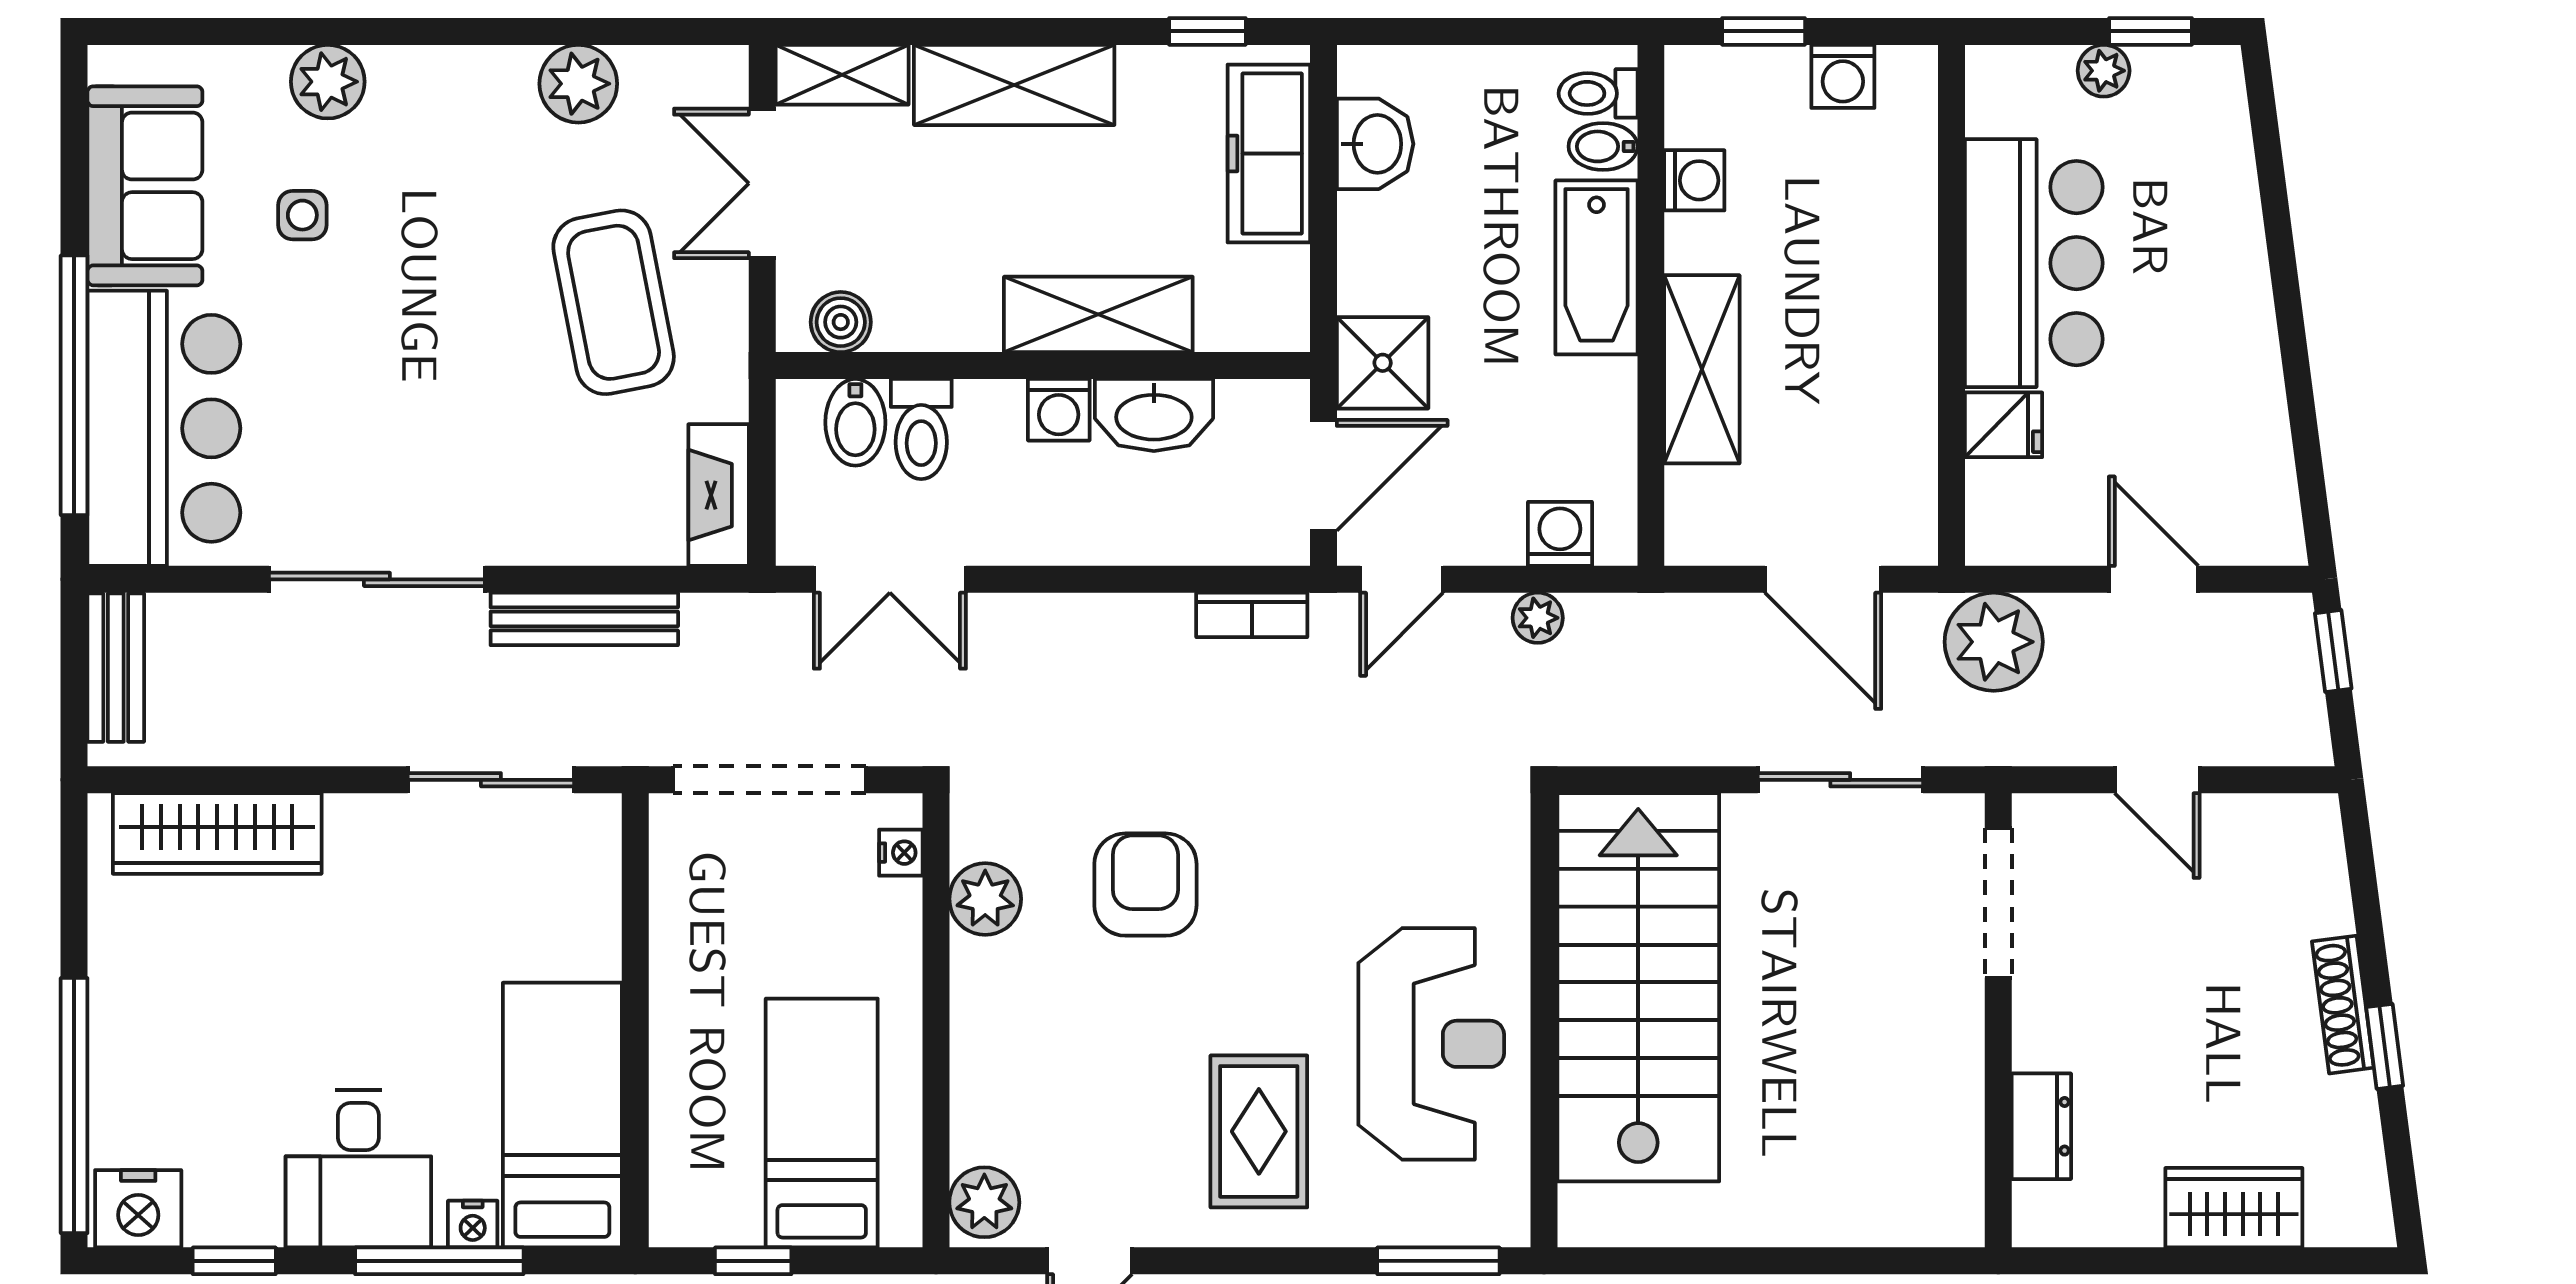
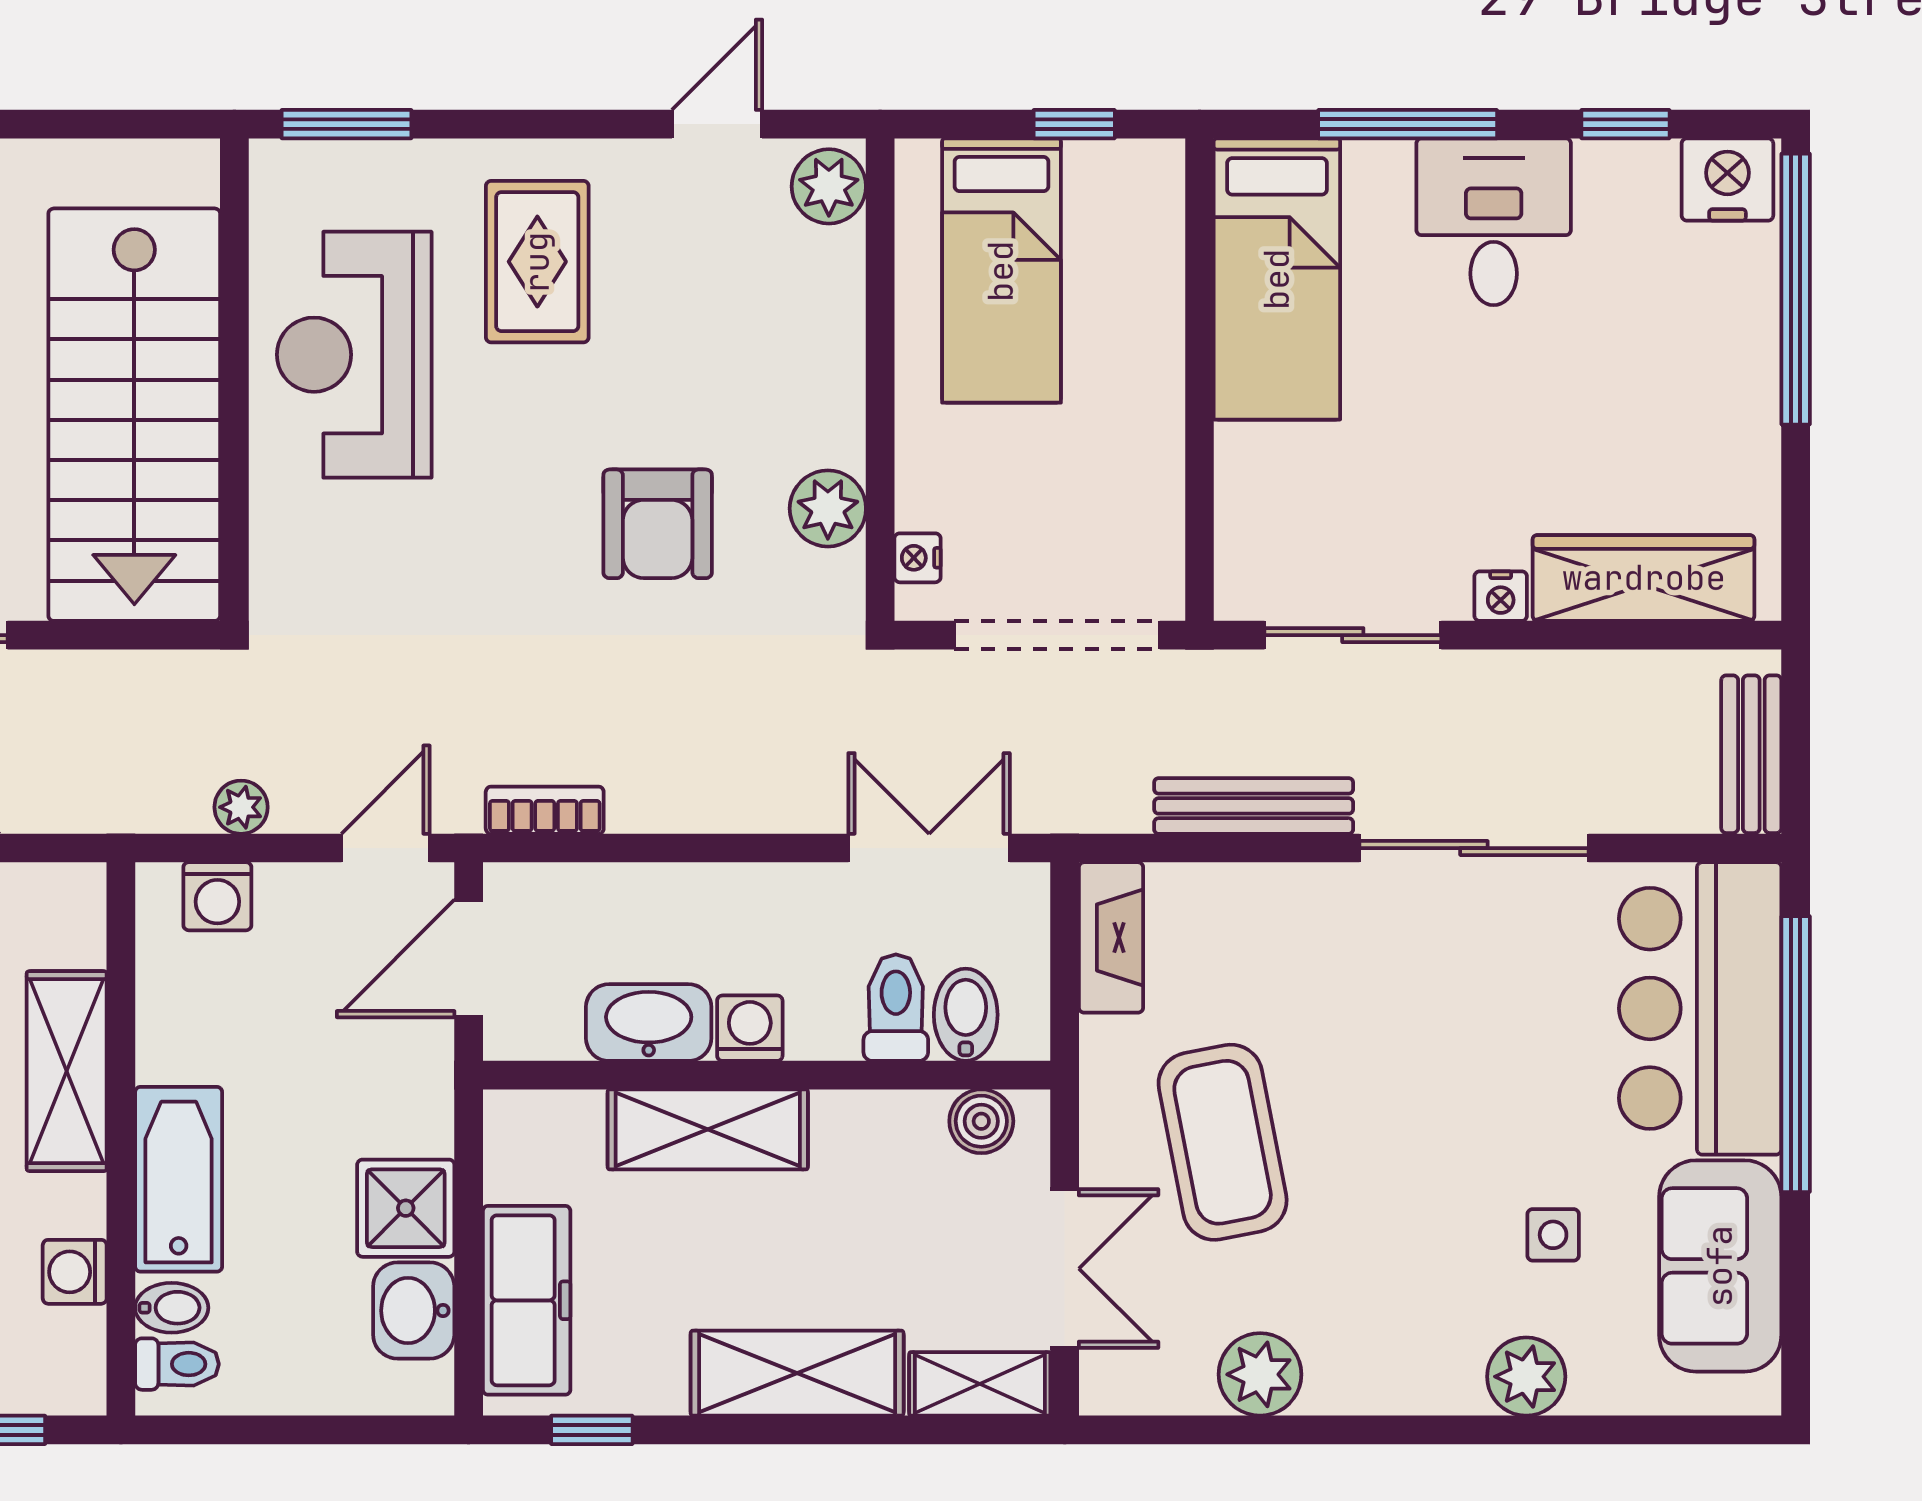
shower: (1383, 363) -> (406, 1208), moved
nightstand: (473, 1224) -> (1501, 596), moved, turned 180

